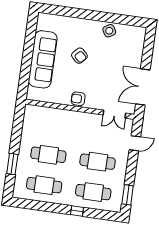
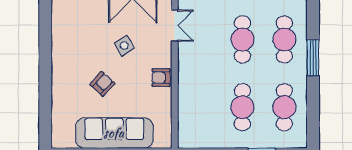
side table: (109, 31) -> (124, 46), moved
armchair: (78, 99) -> (161, 78), turned 90
window: (77, 211) -> (313, 58), width x2.17

